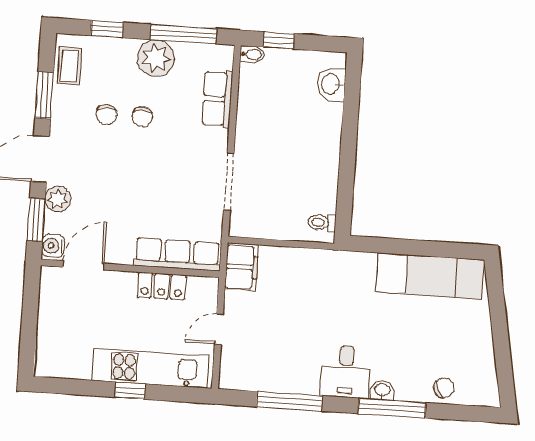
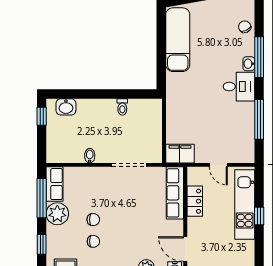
window: (279, 40) -> (42, 116), moved
bidet: (252, 54) -> (90, 156), moved
row of seats: (217, 99) -> (55, 184), moved, turned -90
toilet: (322, 223) -> (122, 107), moved

